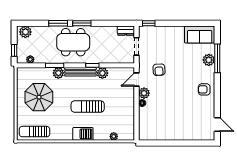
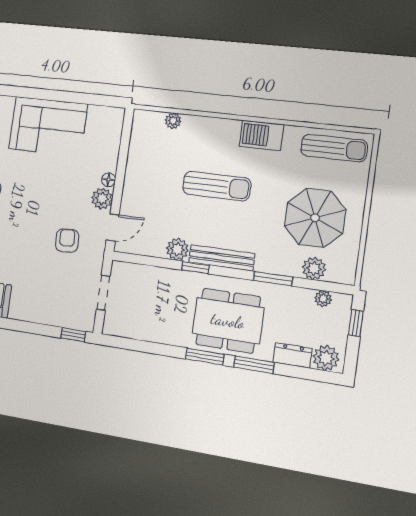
dresser: (126, 31) -> (292, 355), moved
plant: (58, 73) -> (314, 268), moved
corner sofa: (178, 127) -> (48, 126), added
barbecue: (83, 134) -> (262, 135), moved

